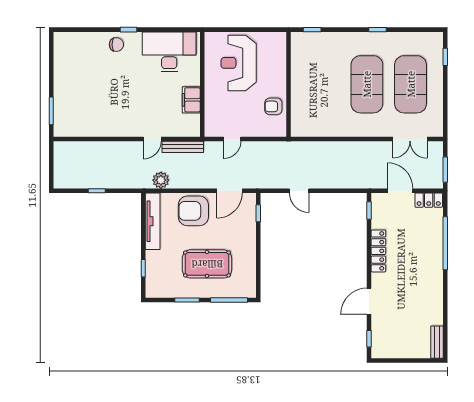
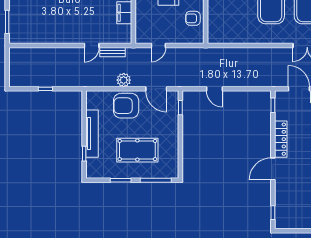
bench: (183, 147) -> (113, 52), width x0.73
plant: (161, 180) -> (124, 80), moved
door: (229, 191) -> (156, 89), hinge flipped
tv unit: (153, 221) -> (92, 134), moved
door: (369, 301) -> (273, 169), moved

